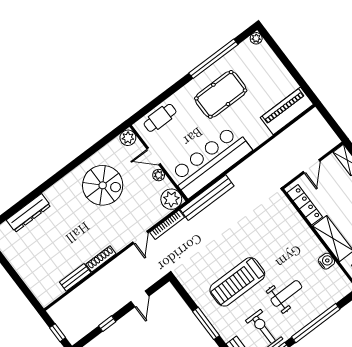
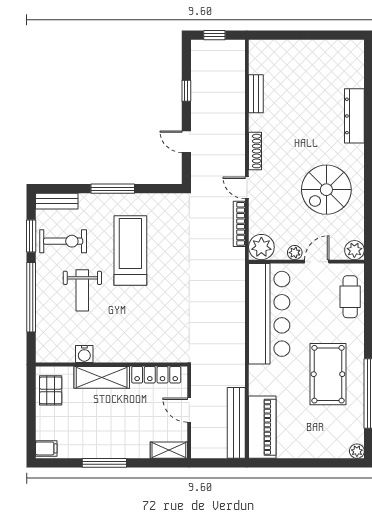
bench: (207, 198) -> (236, 423), moved
dresser: (28, 213) -> (354, 116), moved
shoe rack: (101, 259) -> (255, 151), moved

